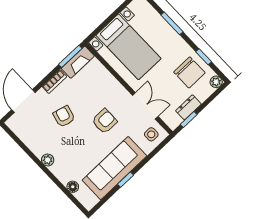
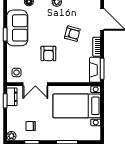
chair: (189, 72) -> (31, 126), width x0.54, depth x0.54
dresser: (188, 107) -> (12, 97), moved
sofa: (114, 168) -> (17, 28), width x0.73

